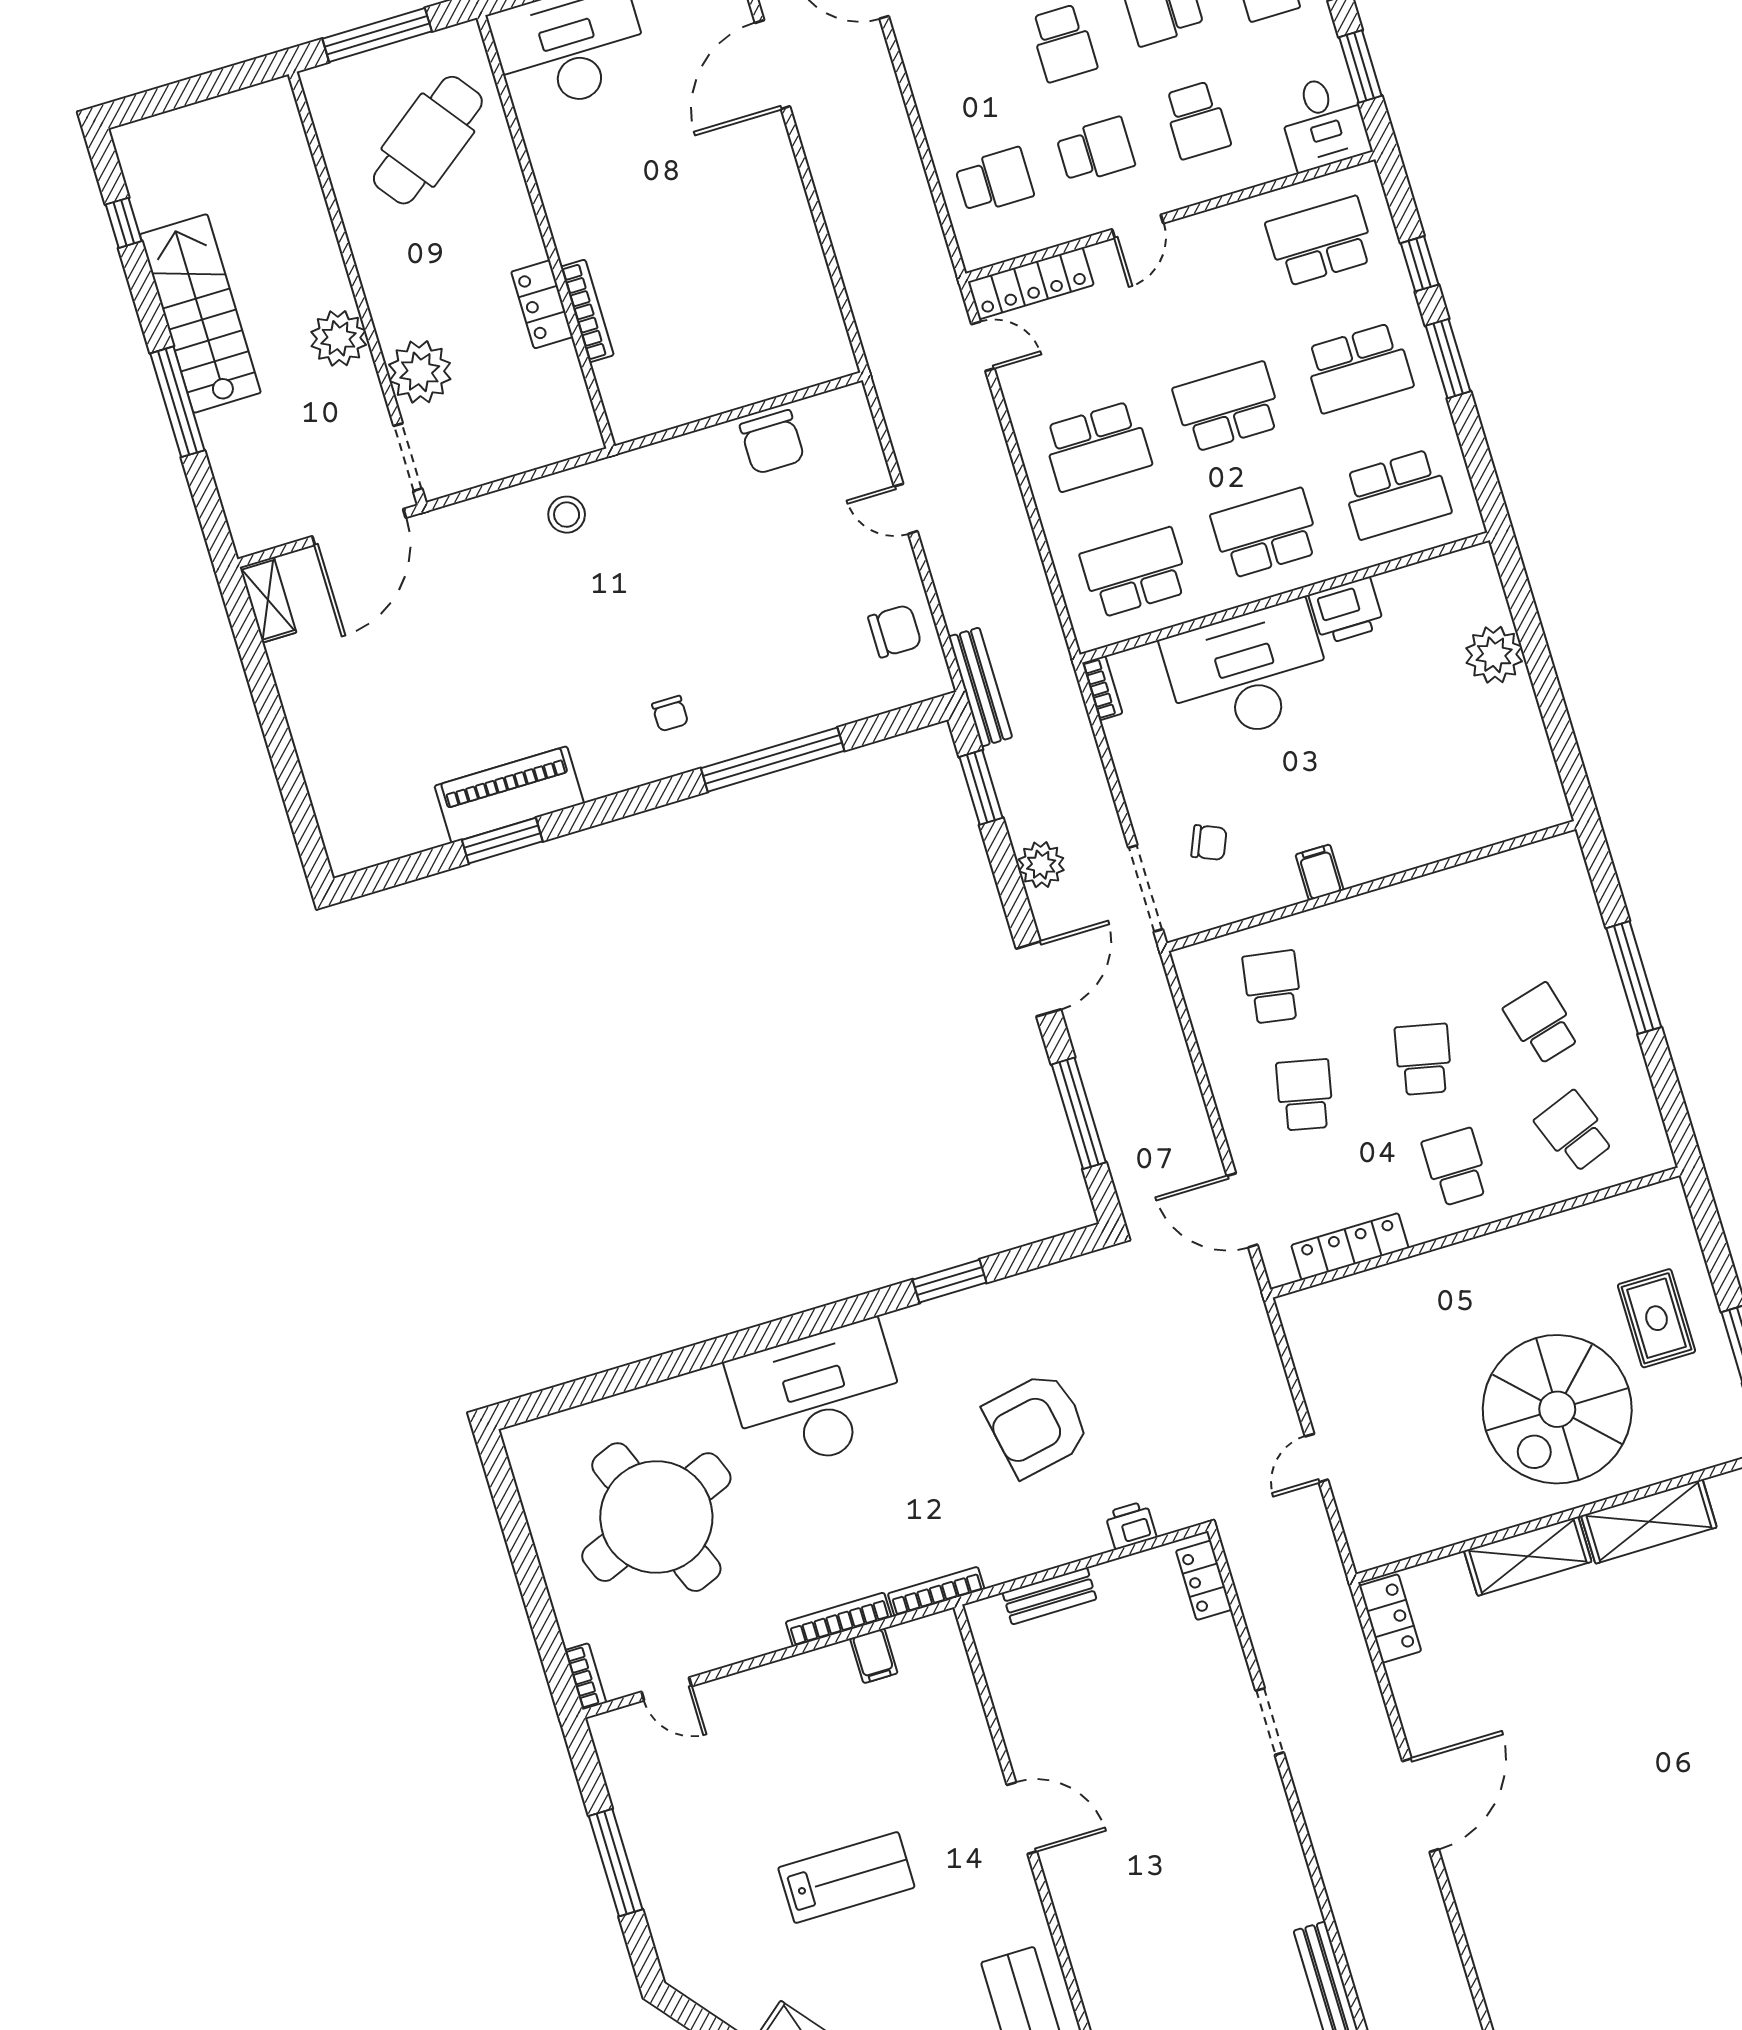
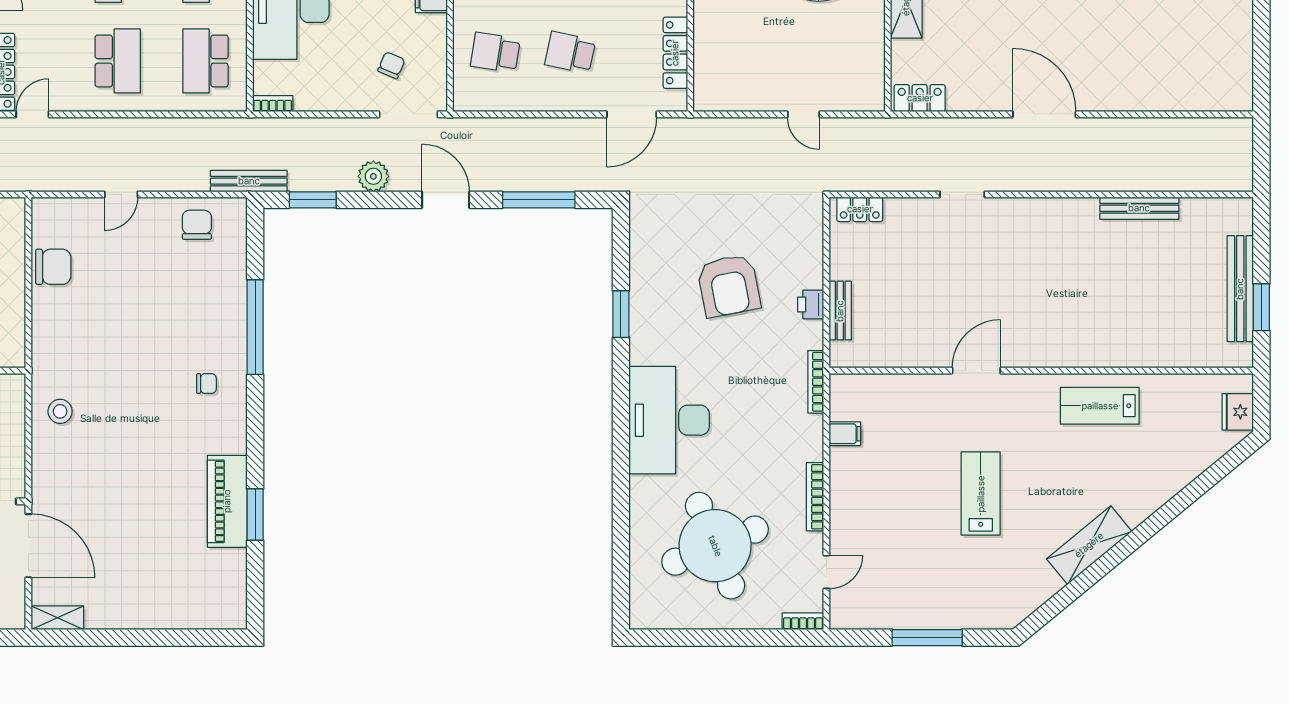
printer: (1131, 1525) -> (811, 304), moved
bookcase: (839, 1620) -> (815, 497), moved

